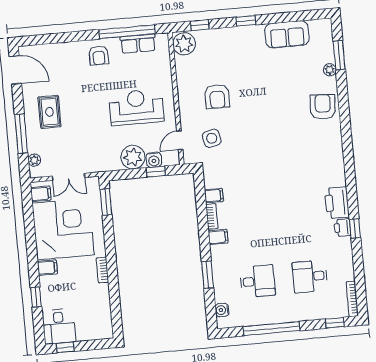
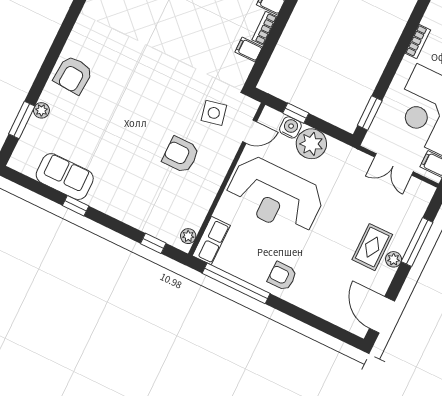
window: (246, 21) -> (76, 206), moved
row of seats: (138, 44) -> (211, 241), moved, turned 90
plant: (184, 44) -> (188, 236), width x0.53, depth x0.53
armchair: (99, 55) -> (282, 276), turned -90
armchair: (217, 96) -> (181, 155), turned -90
reception desk: (136, 107) -> (275, 196), width x1.36, depth x1.30
plant: (34, 160) -> (394, 259), moved
double door: (68, 177) -> (394, 164), swing flipped

